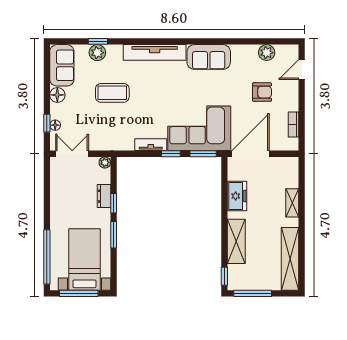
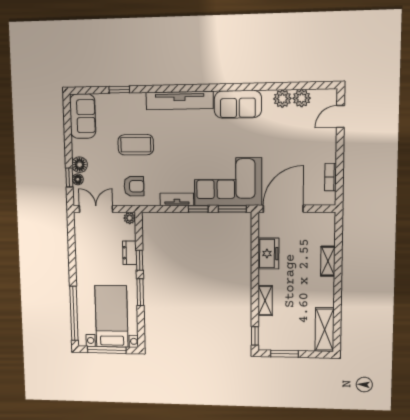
plant: (97, 53) -> (282, 99), moved
armchair: (262, 92) -> (134, 186), moved
floor lamp: (57, 95) -> (80, 165), moved
shelving: (236, 241) -> (265, 301), width x0.67, depth x0.75
shelving: (290, 259) -> (325, 330), width x0.68
window: (253, 293) -> (284, 354), width x0.69

